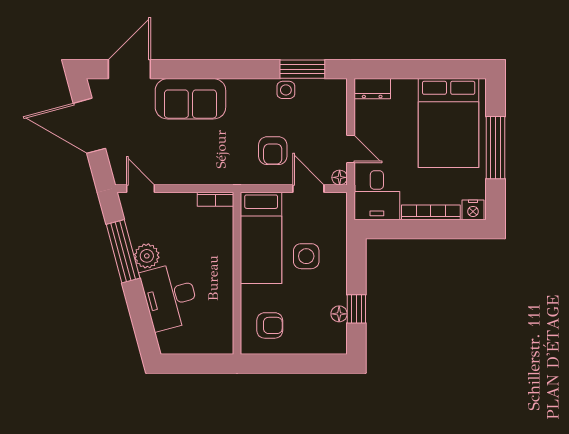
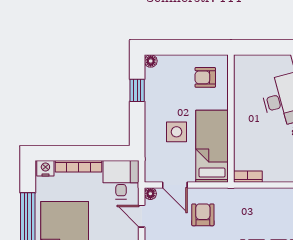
floor lamp: (339, 314) -> (151, 61), moved

